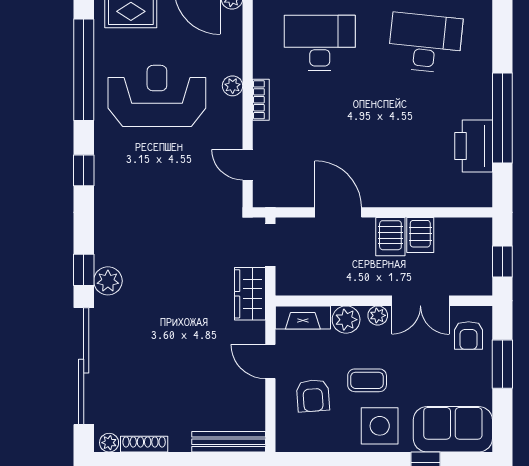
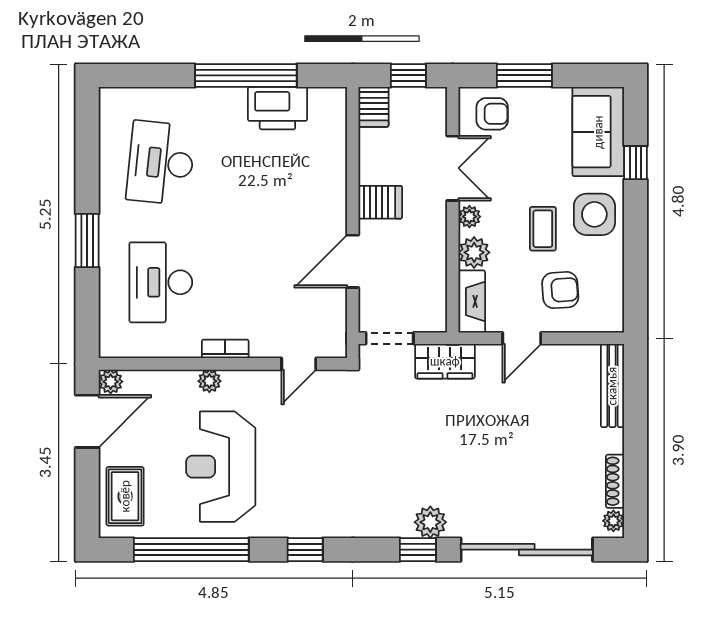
server rack: (420, 235) -> (374, 107), moved, turned 90

